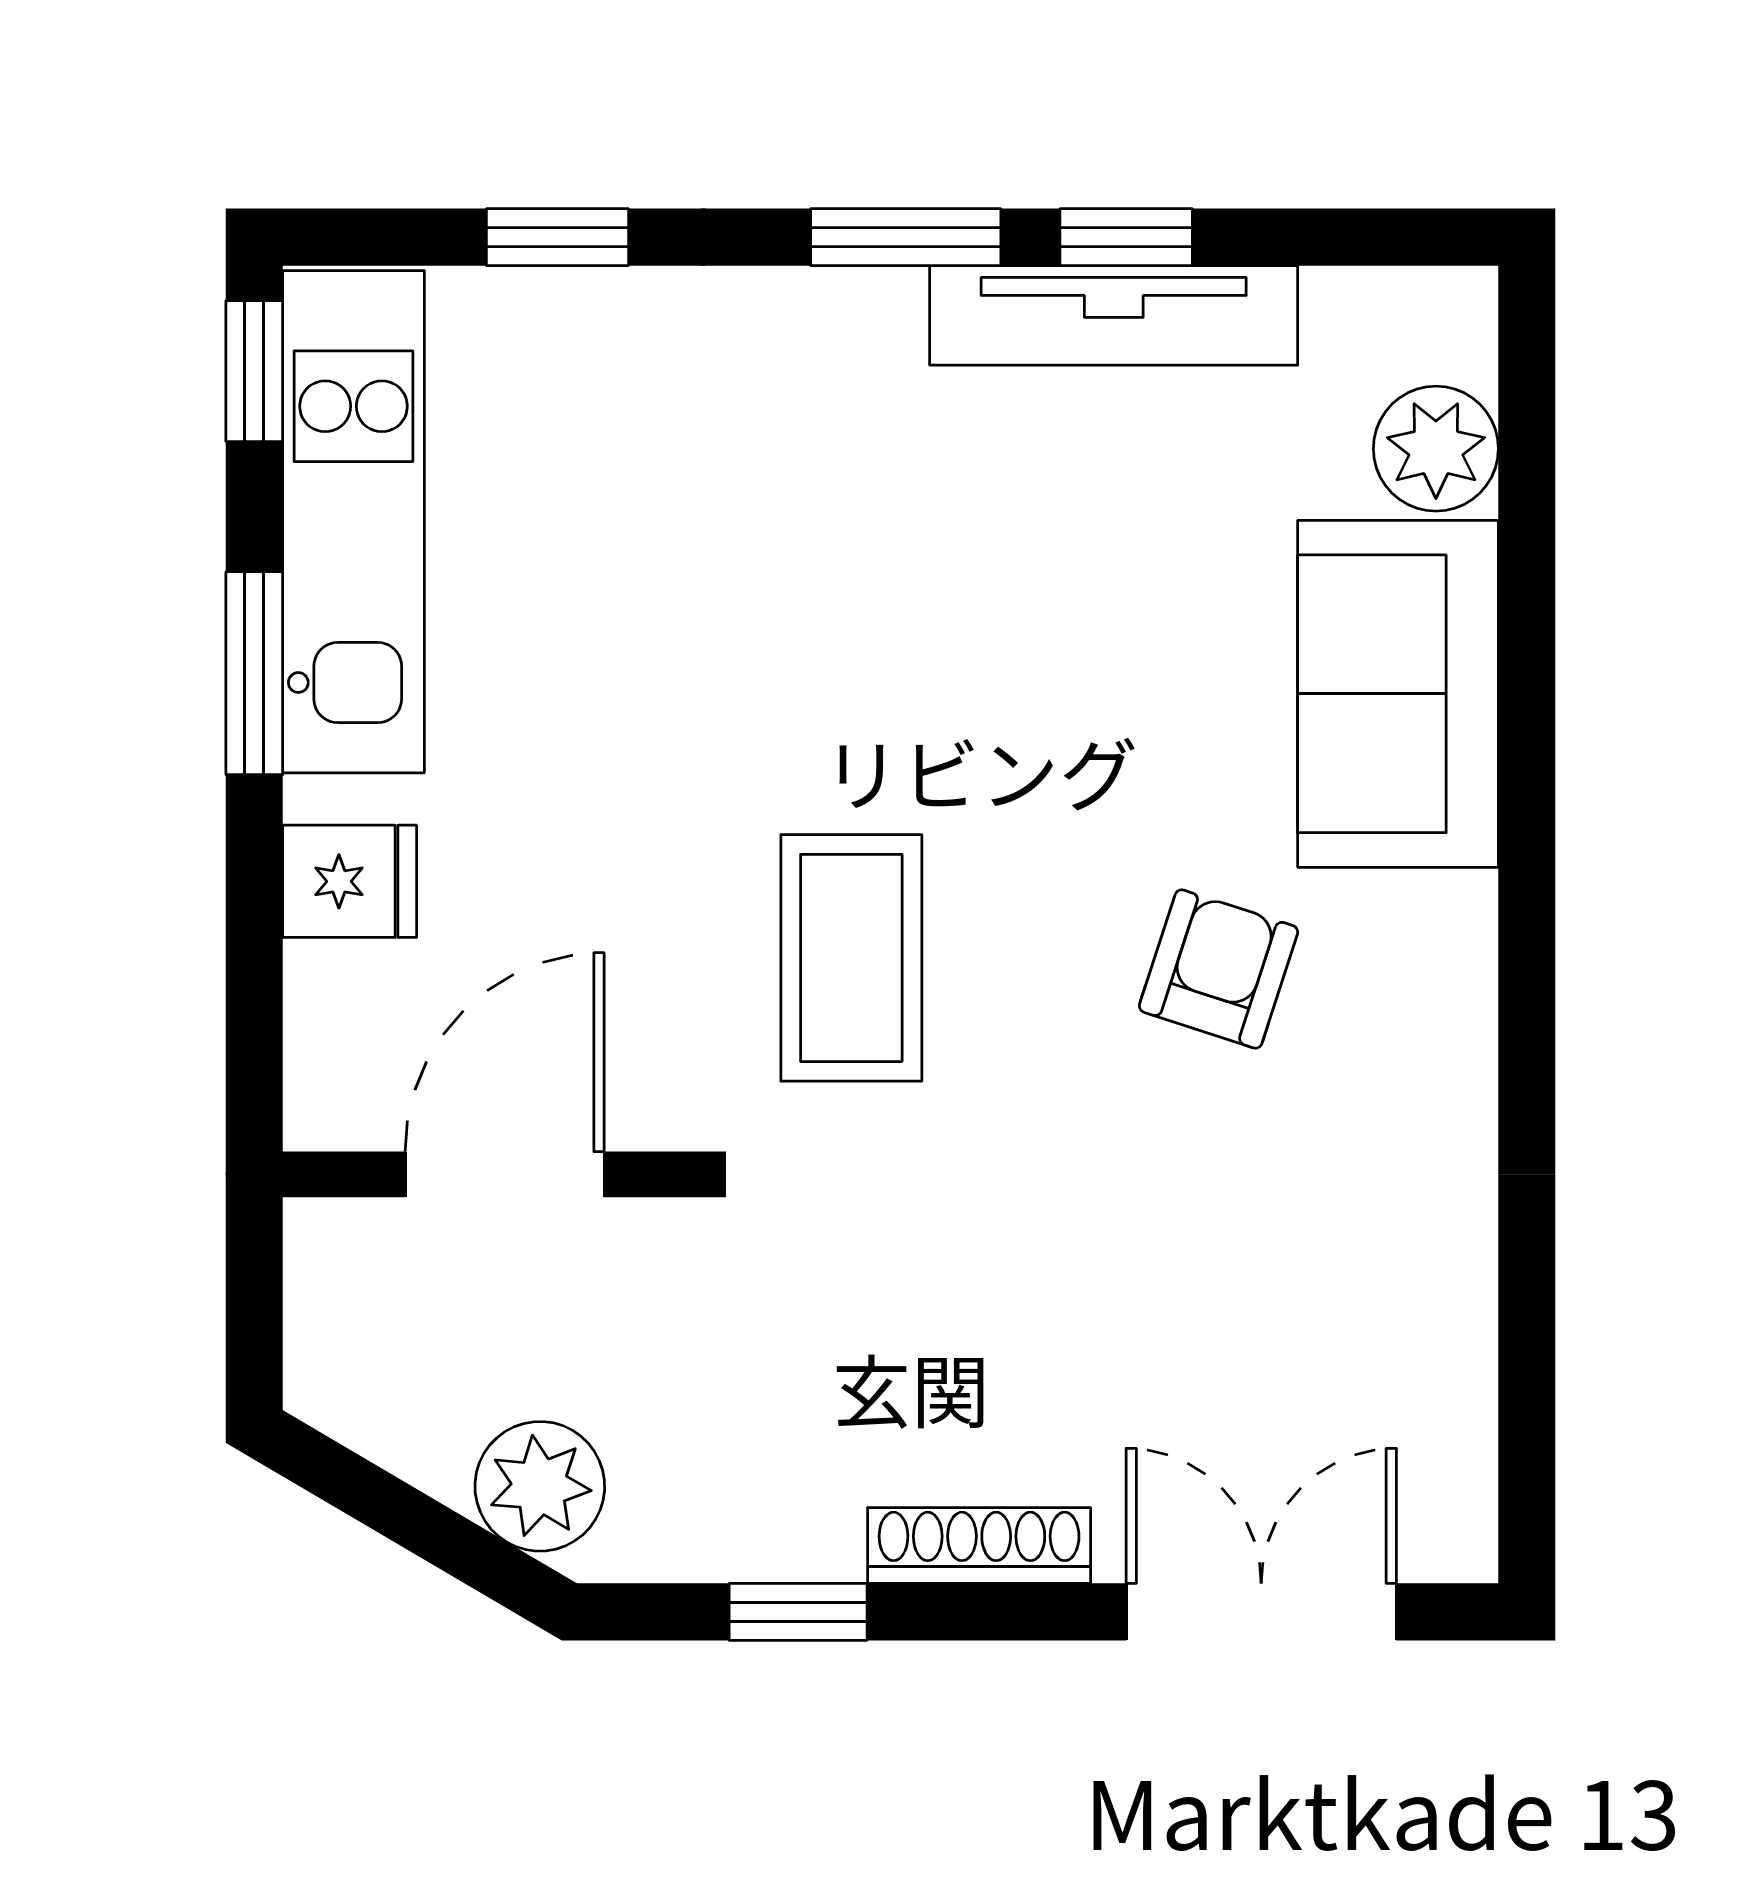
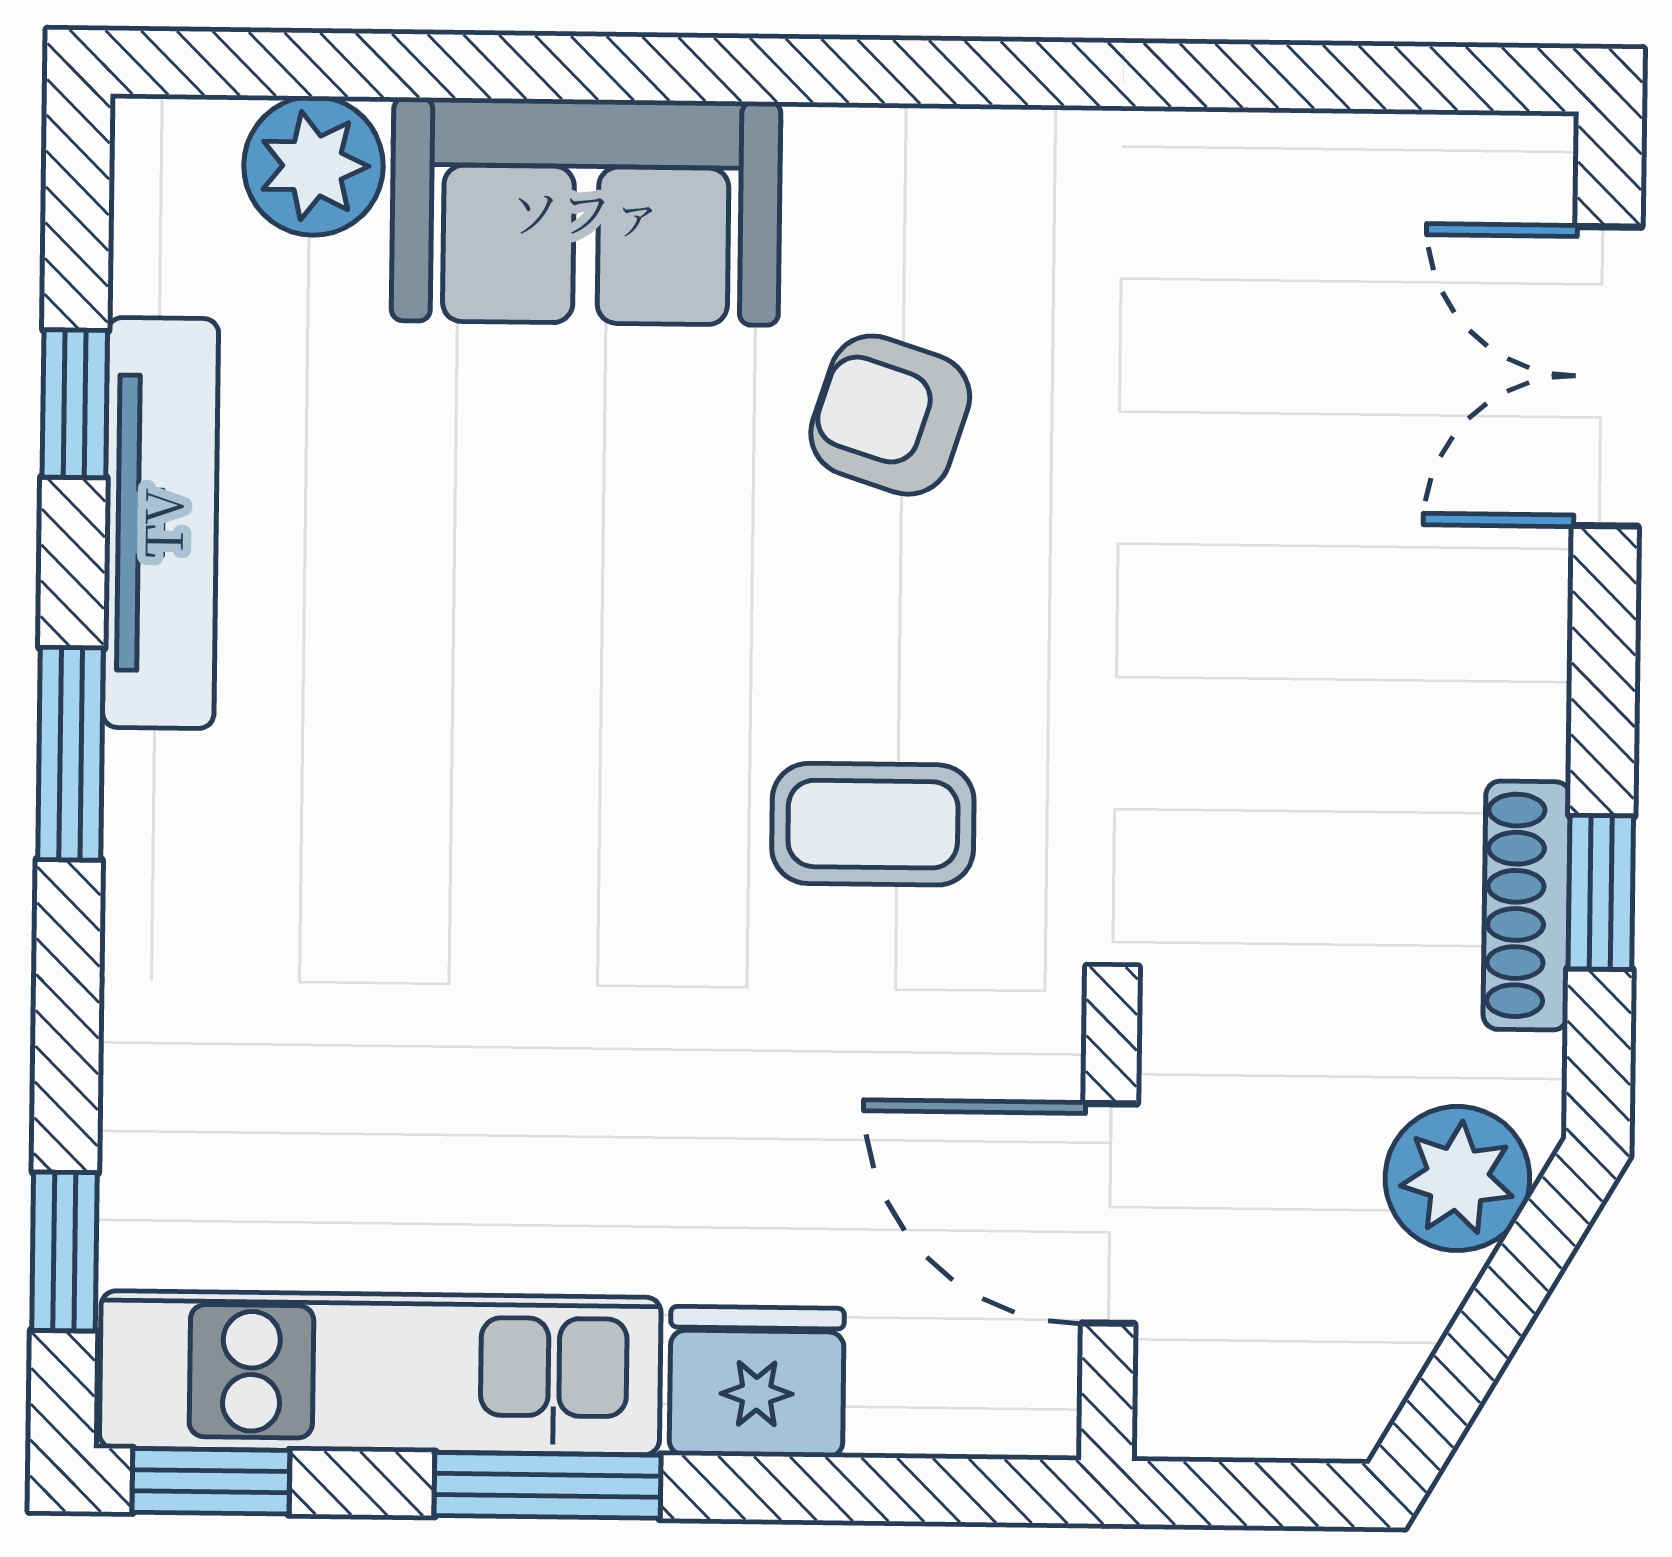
window: (557, 237) -> (64, 1252), moved
window: (1126, 237) -> (75, 404), moved
fridge: (350, 881) -> (757, 1382), width x1.38
coffee table: (851, 958) -> (873, 824), width x0.73, depth x0.77
shoe rack: (979, 1546) -> (1527, 906), moved

